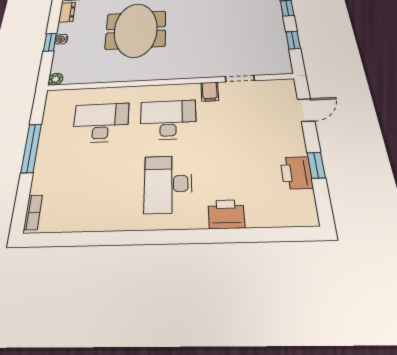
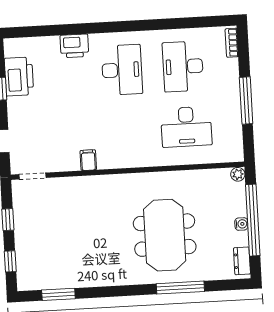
window: (50, 42) -> (253, 220), width x3.17
doorway: (240, 79) -> (32, 176), moved
desk: (168, 120) -> (183, 66), moved, turned 90
printer: (297, 173) -> (19, 77), width x1.37, depth x1.19

